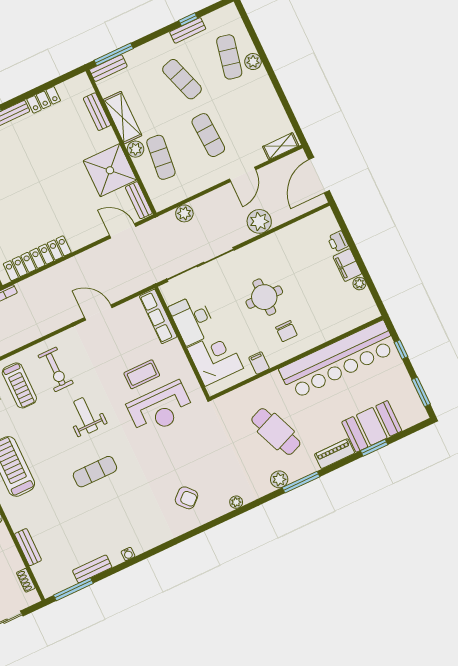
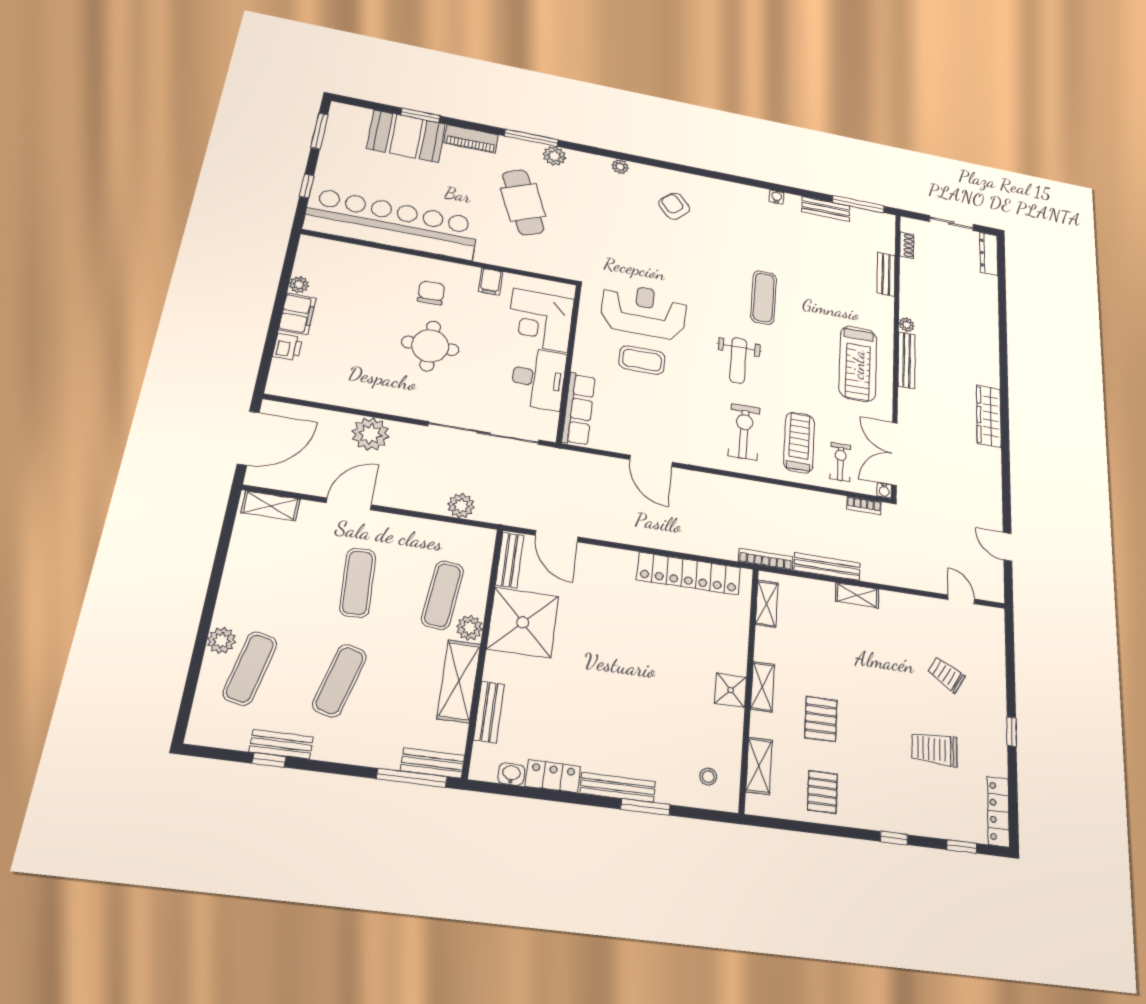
exercise mat: (182, 79) -> (339, 680), turned 33
washbasin: (65, 88) -> (511, 774), added
exercise mat: (95, 472) -> (764, 297), turned 90

